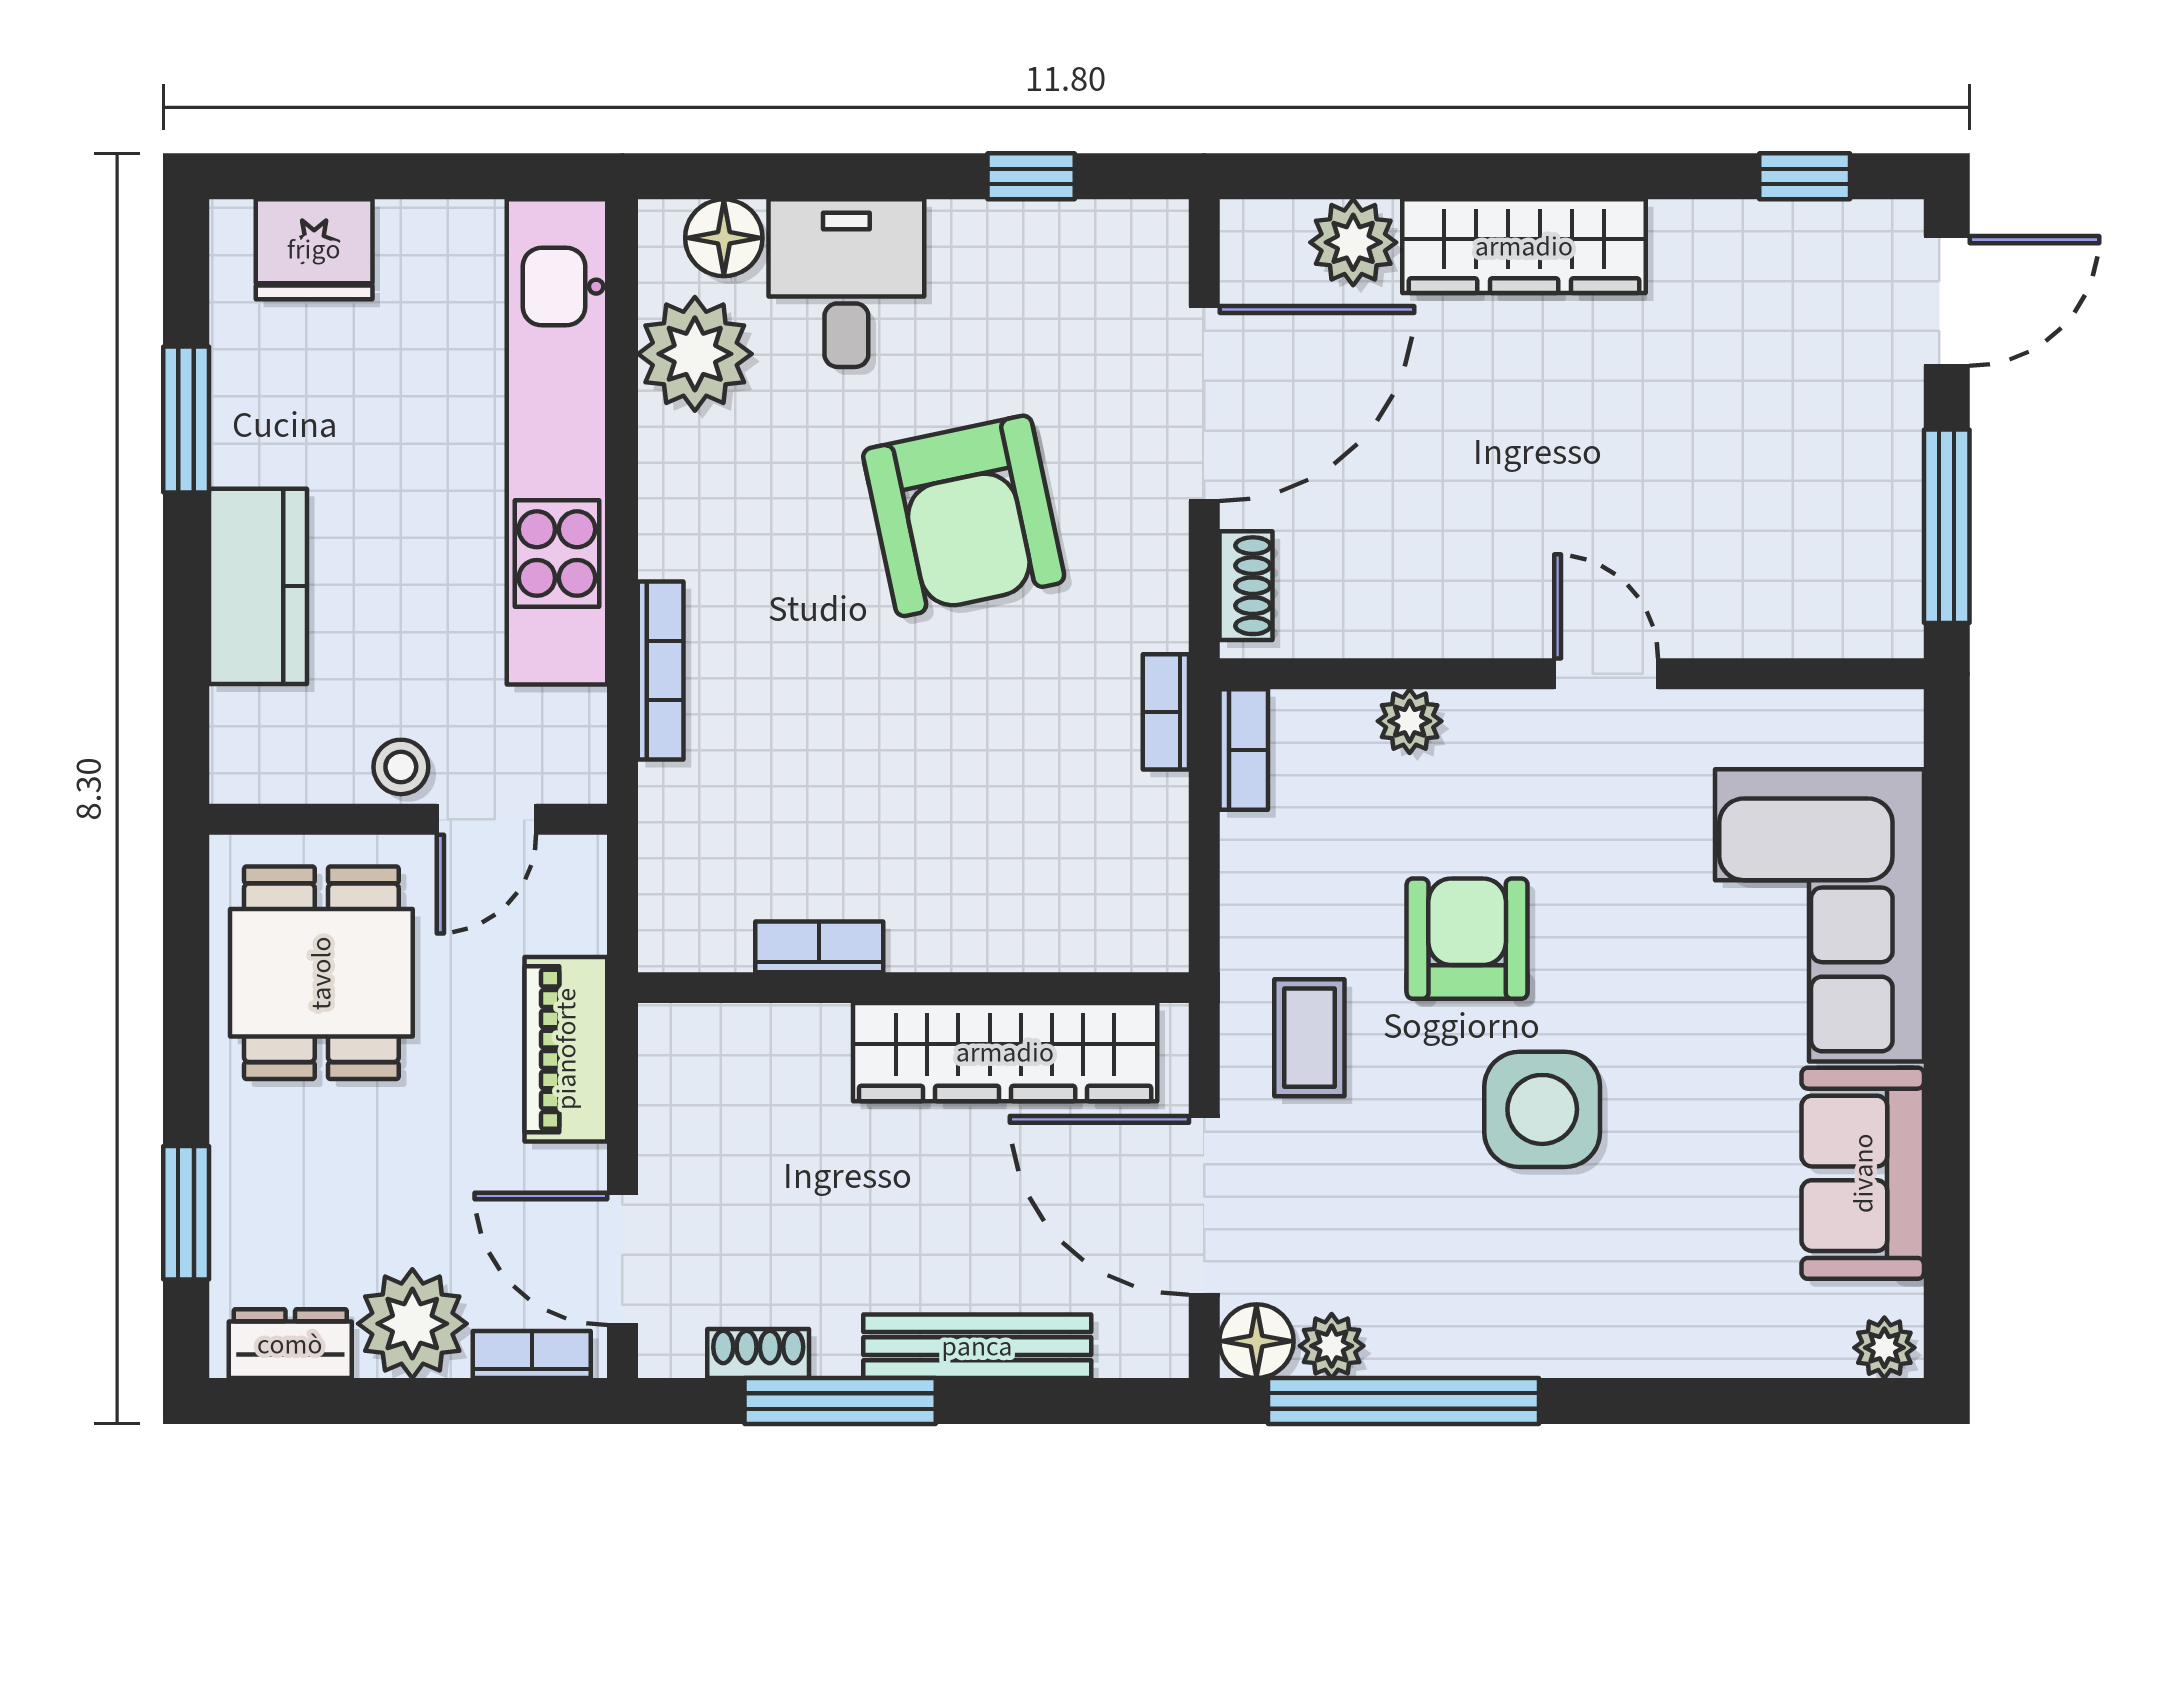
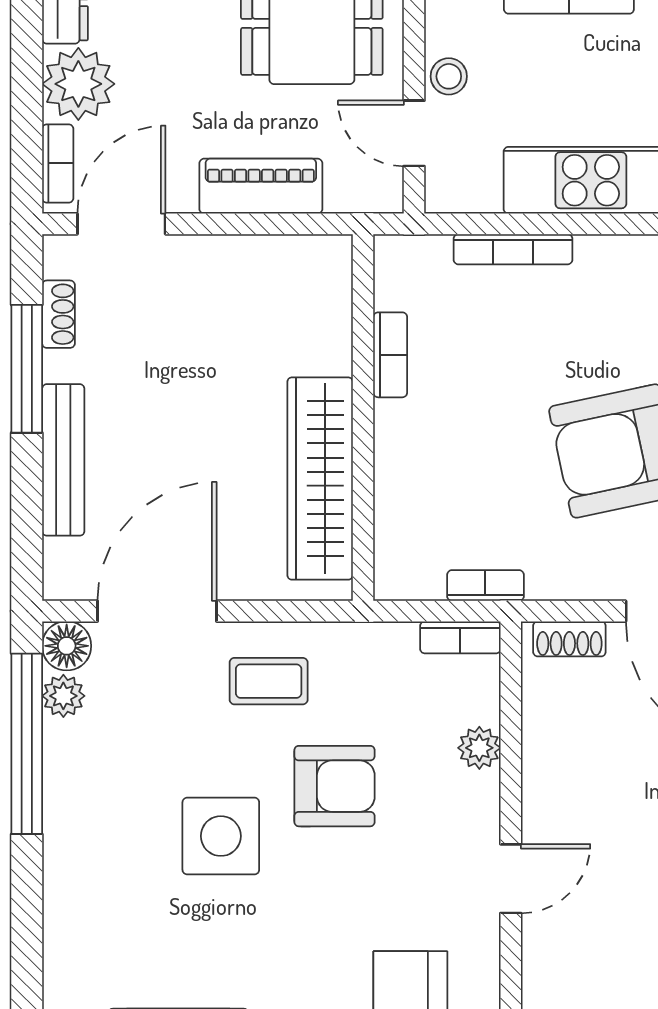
bookcase: (819, 947) -> (390, 355), moved
wall: (913, 988) -> (363, 417), moved
wardrobe: (1005, 1052) -> (320, 479), moved

